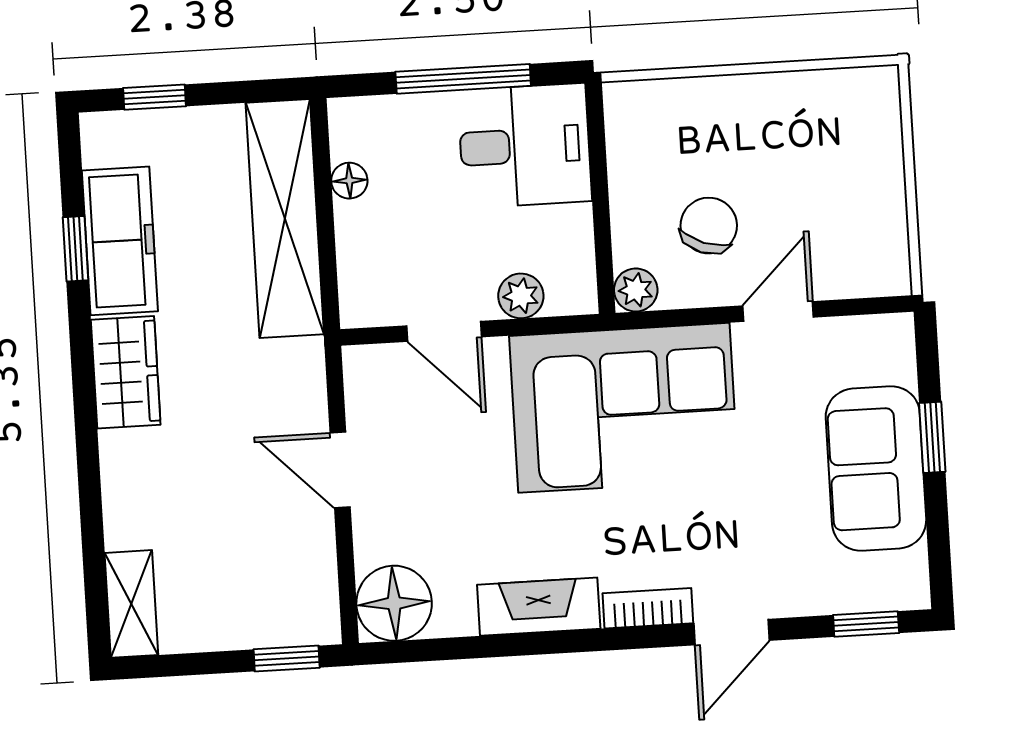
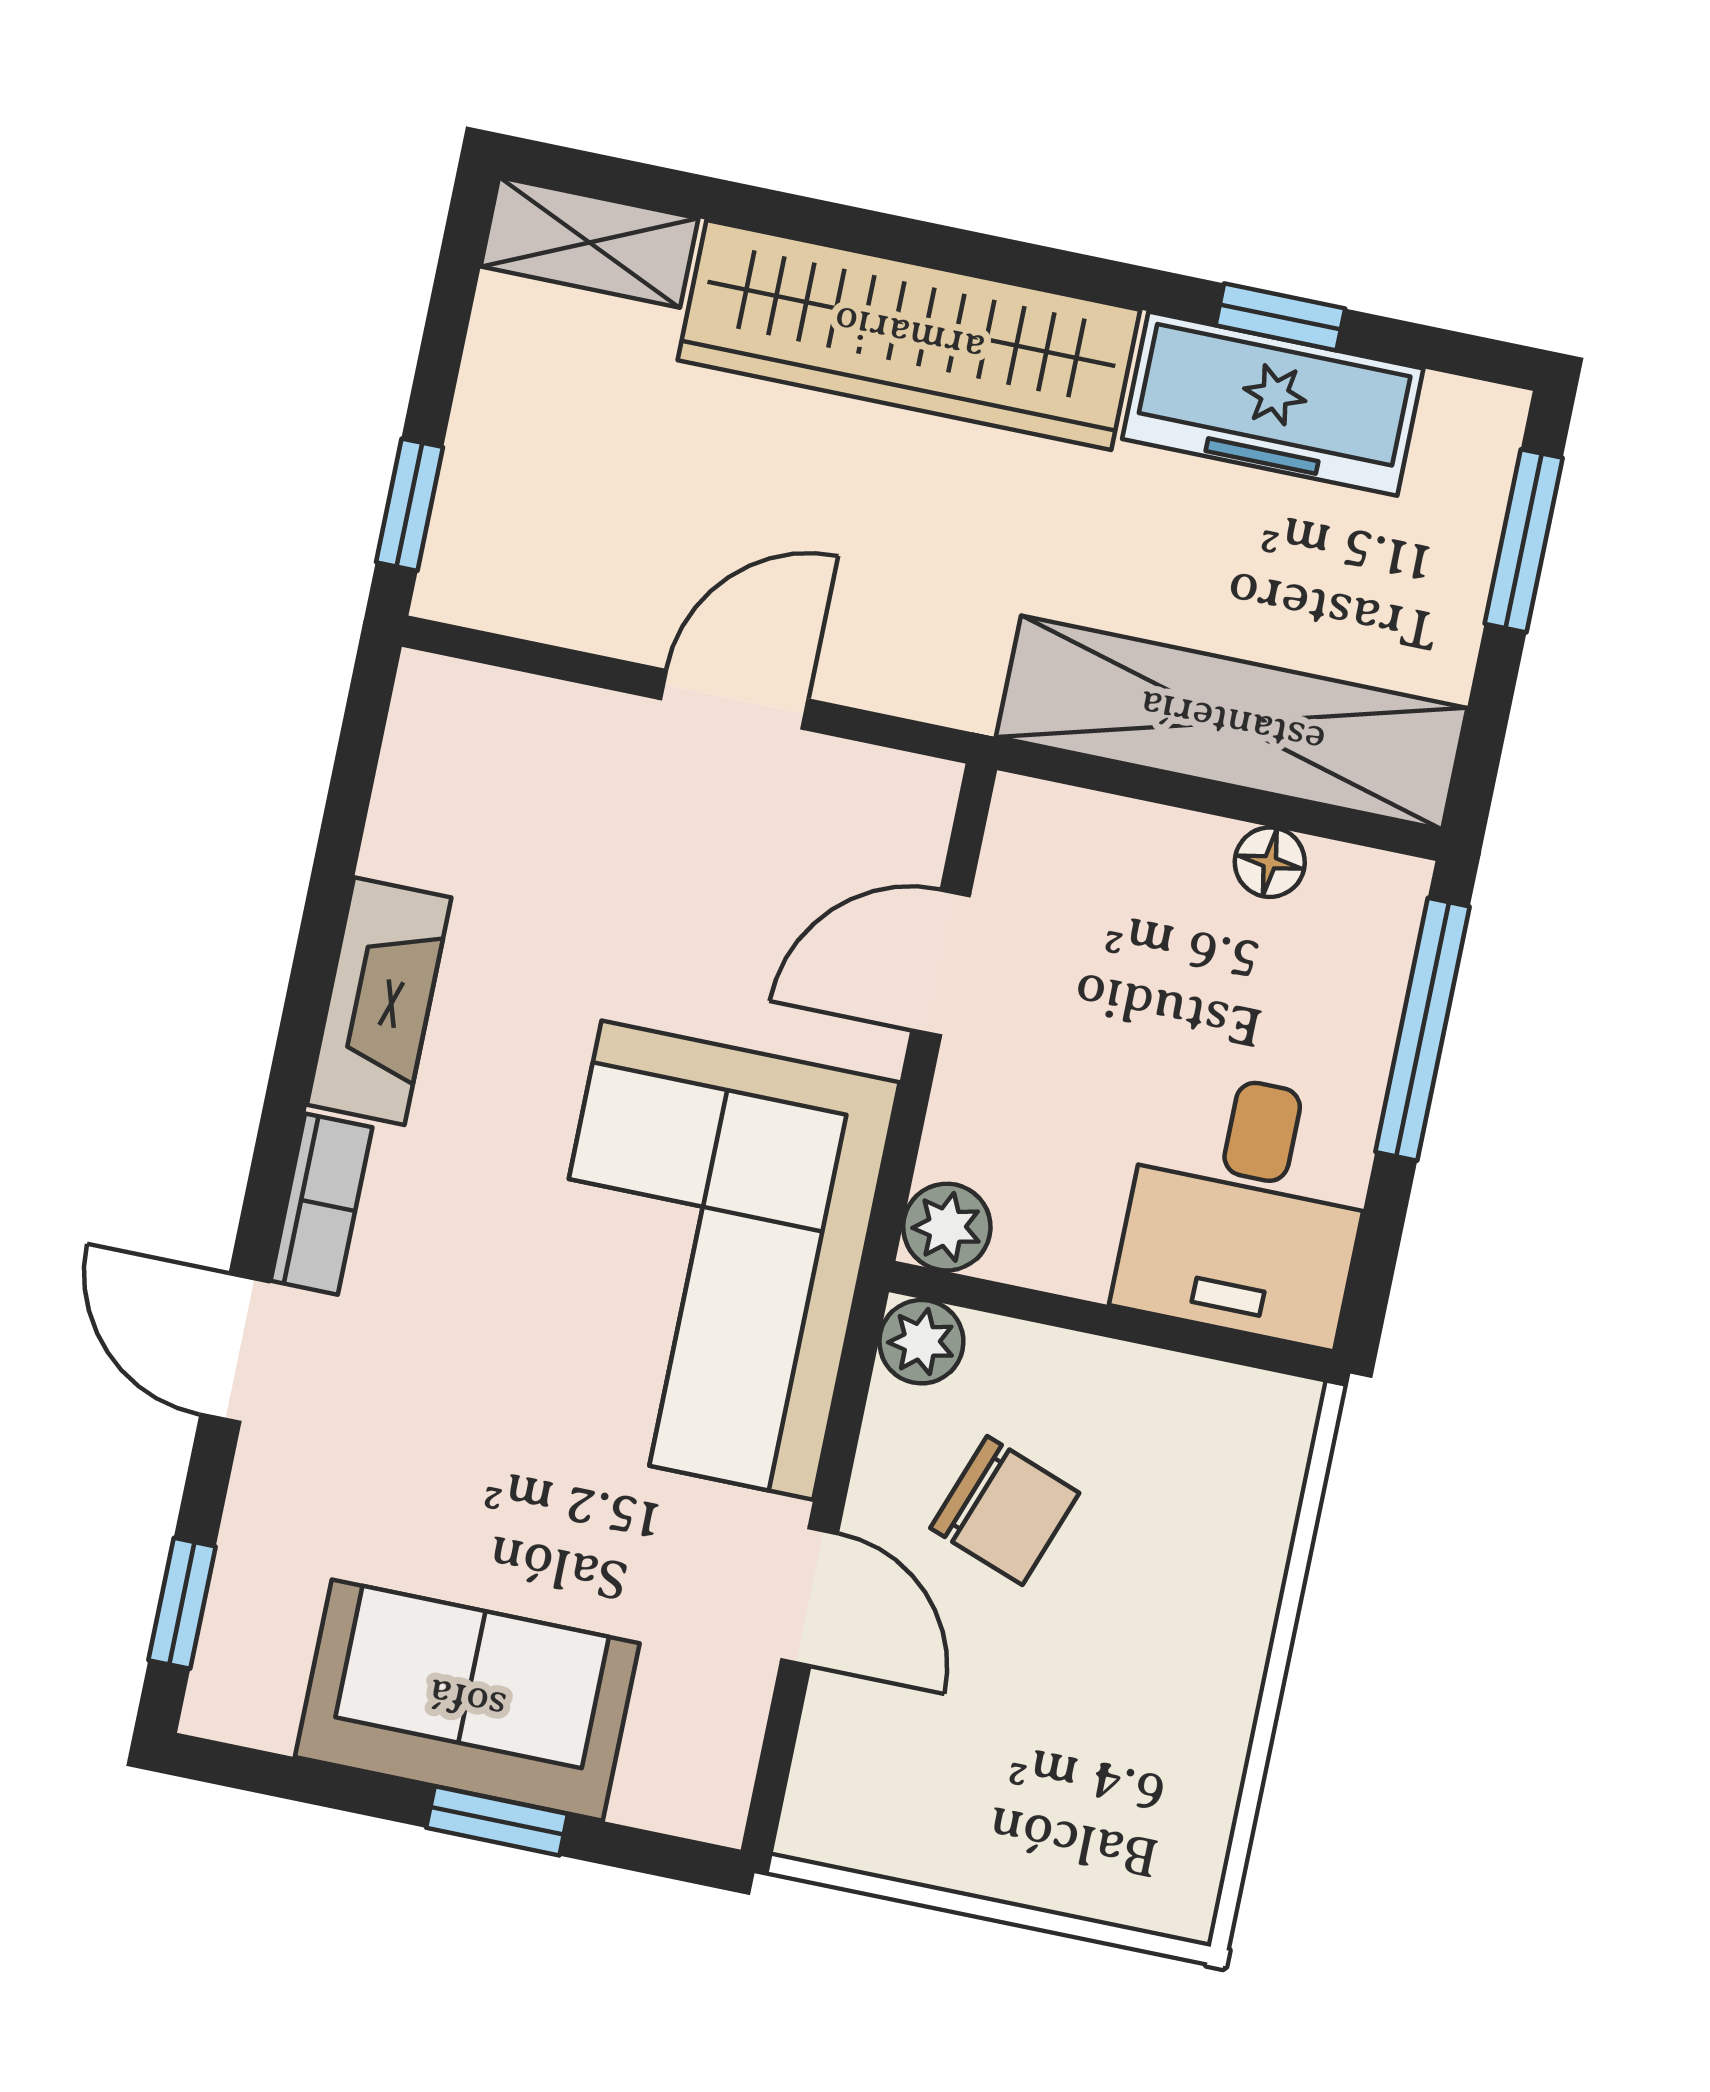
window: (463, 79) -> (1423, 1029), moved
window: (155, 97) -> (1524, 541), width x1.50
plant: (521, 296) -> (947, 1227), moved
wardrobe: (126, 372) -> (909, 335), width x2.10, depth x1.17
floor lamp: (394, 603) -> (458, 733), removed

